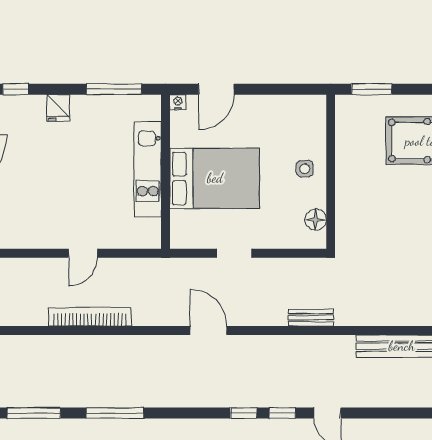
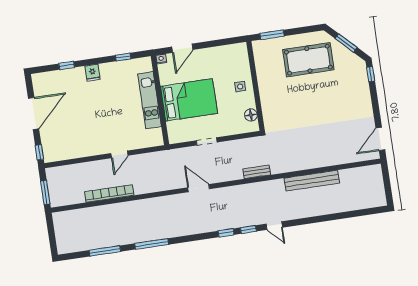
window: (114, 89) -> (123, 57), width x0.46
bookcase: (90, 317) -> (109, 193), moved

